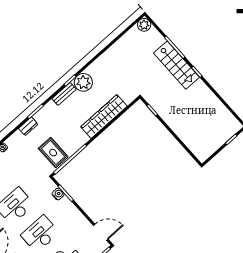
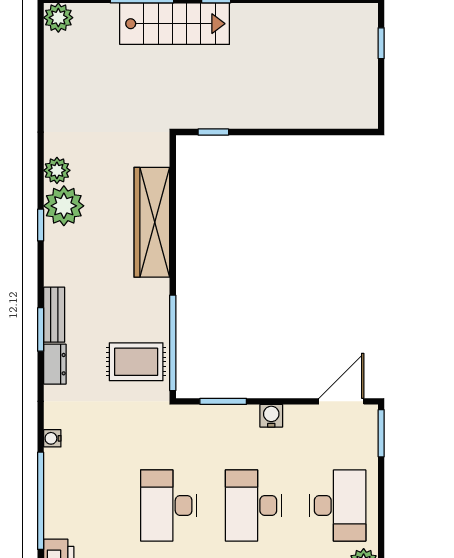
plant: (93, 70) -> (57, 170), added
bench: (64, 94) -> (54, 315), moved
water cooler: (58, 194) -> (271, 416), moved

